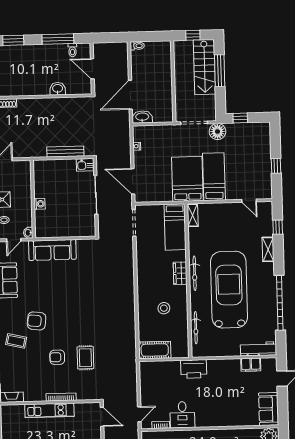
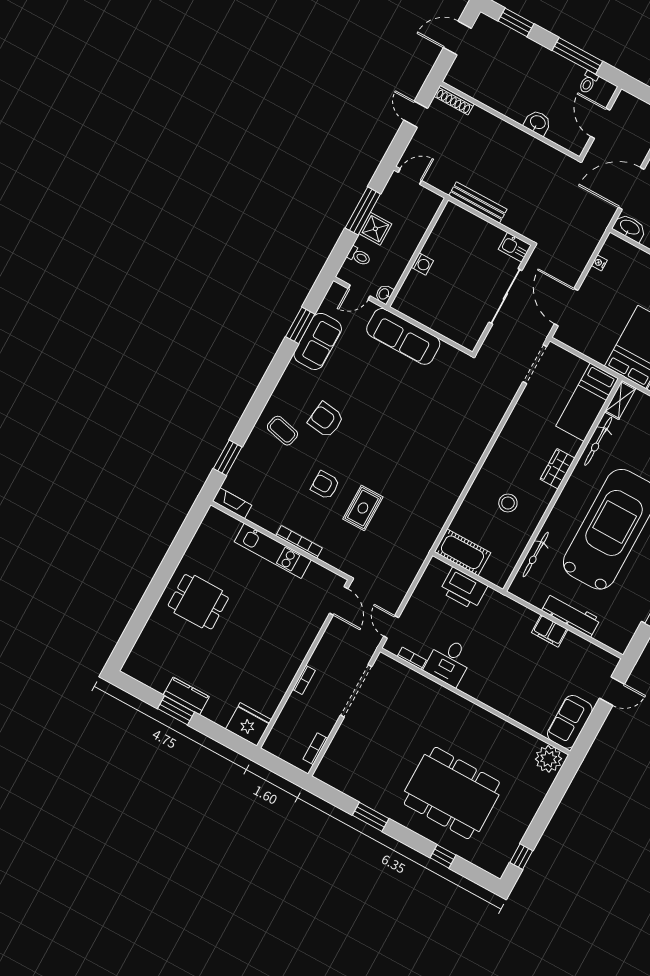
bench: (65, 152) -> (478, 202), moved
bicycle: (195, 273) -> (598, 441), moved
workbench: (258, 349) -> (571, 615), moved
filing cabinet: (251, 365) -> (550, 631), moved
printer: (194, 369) -> (464, 589), moved
door: (139, 414) -> (391, 627), swing flipped

